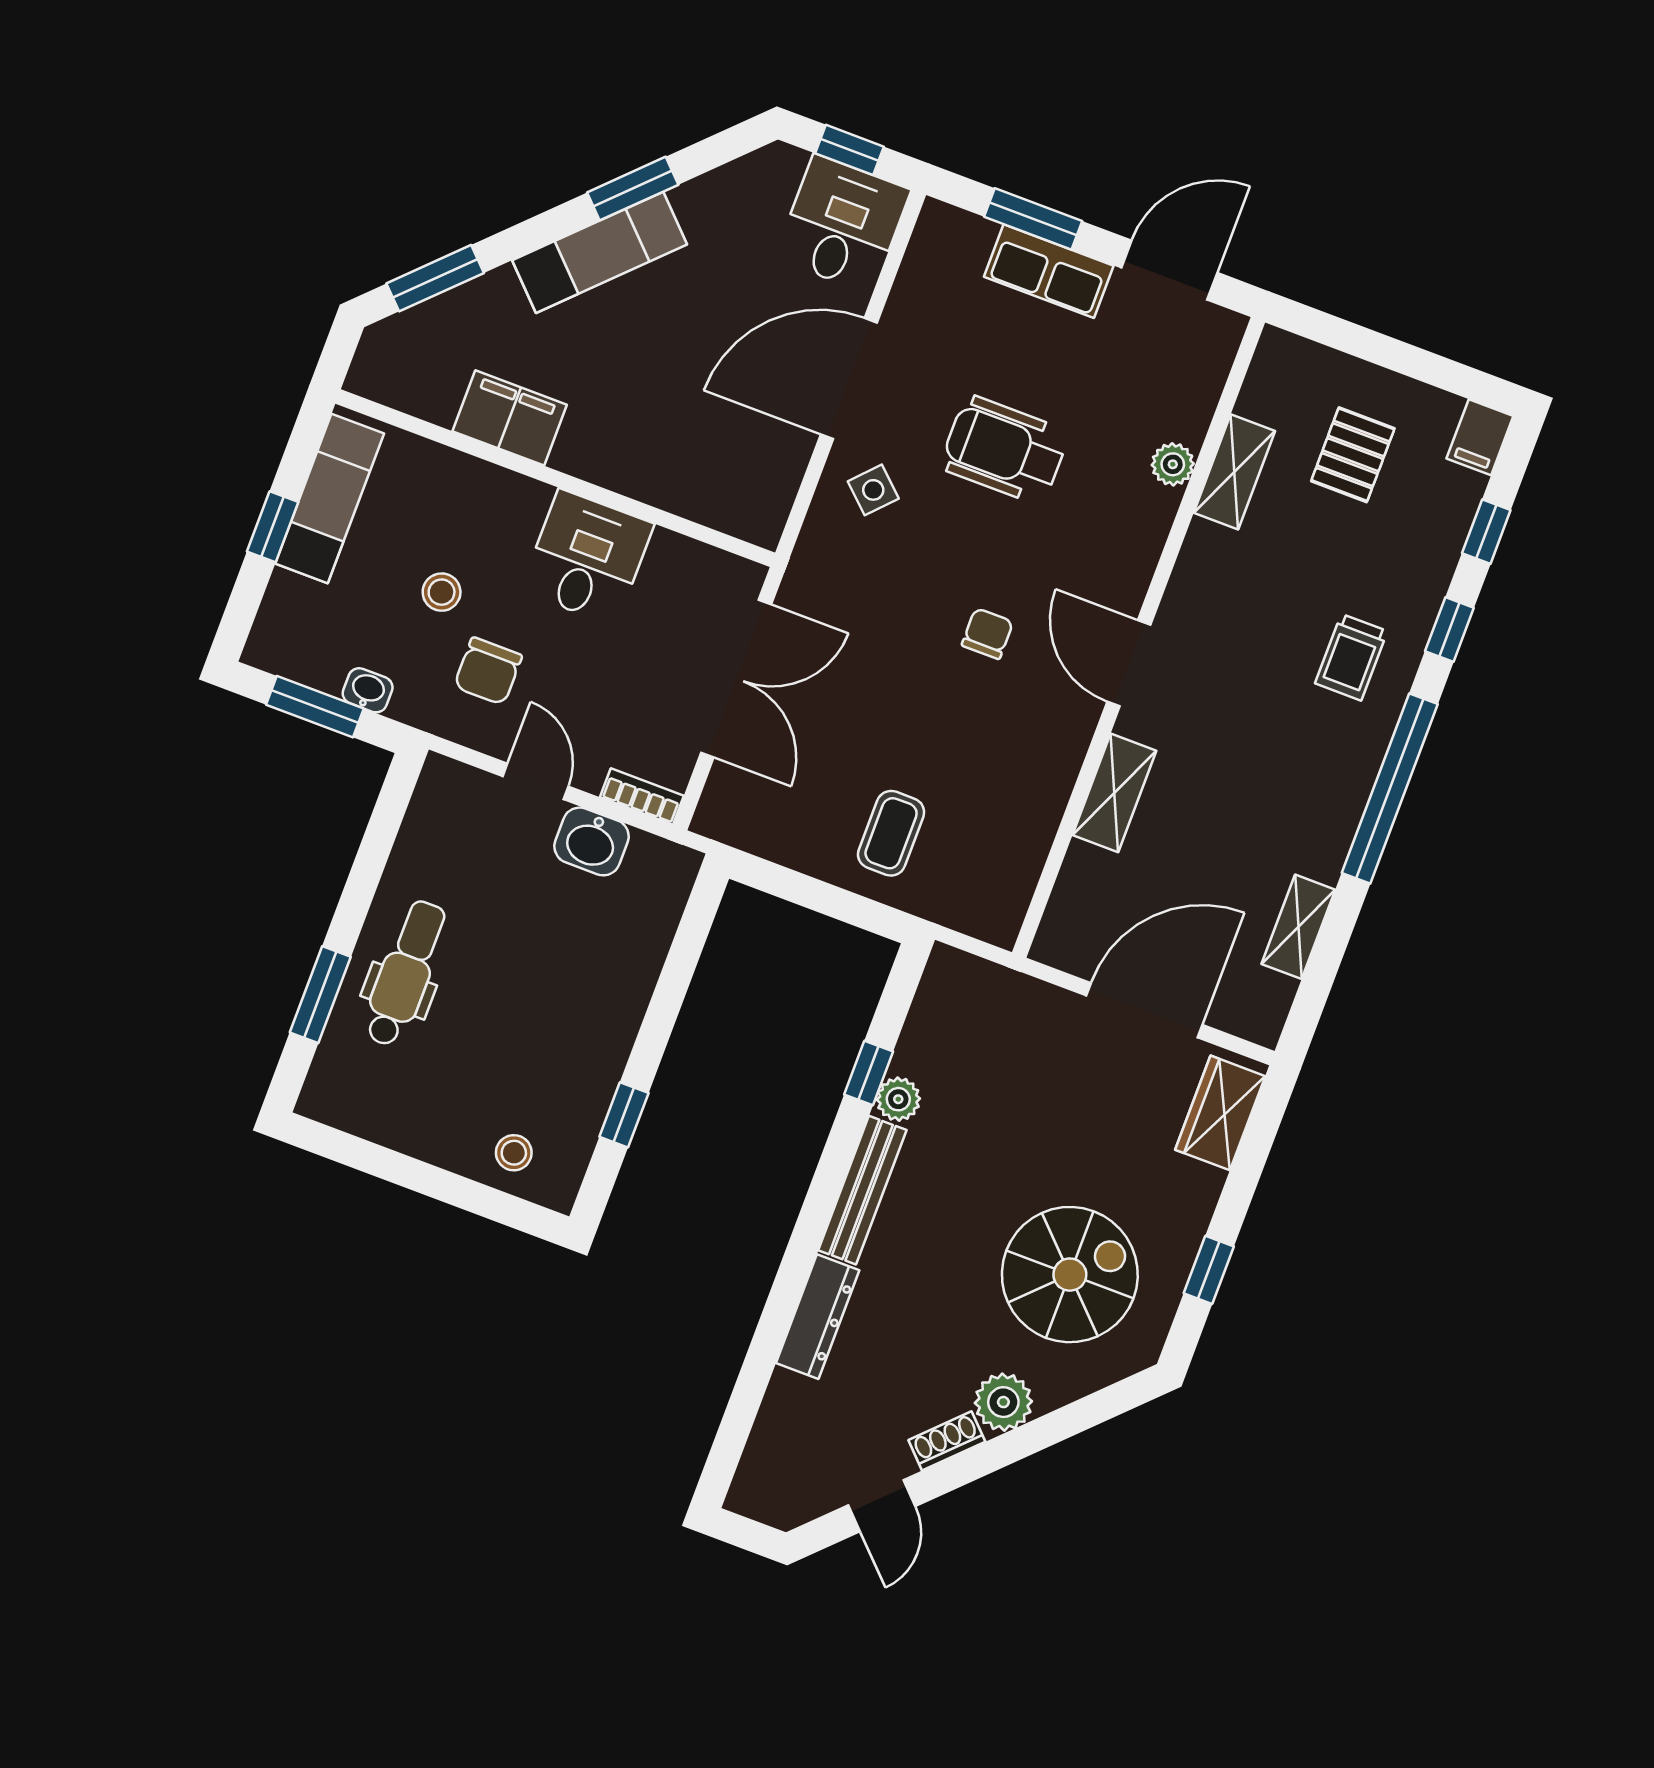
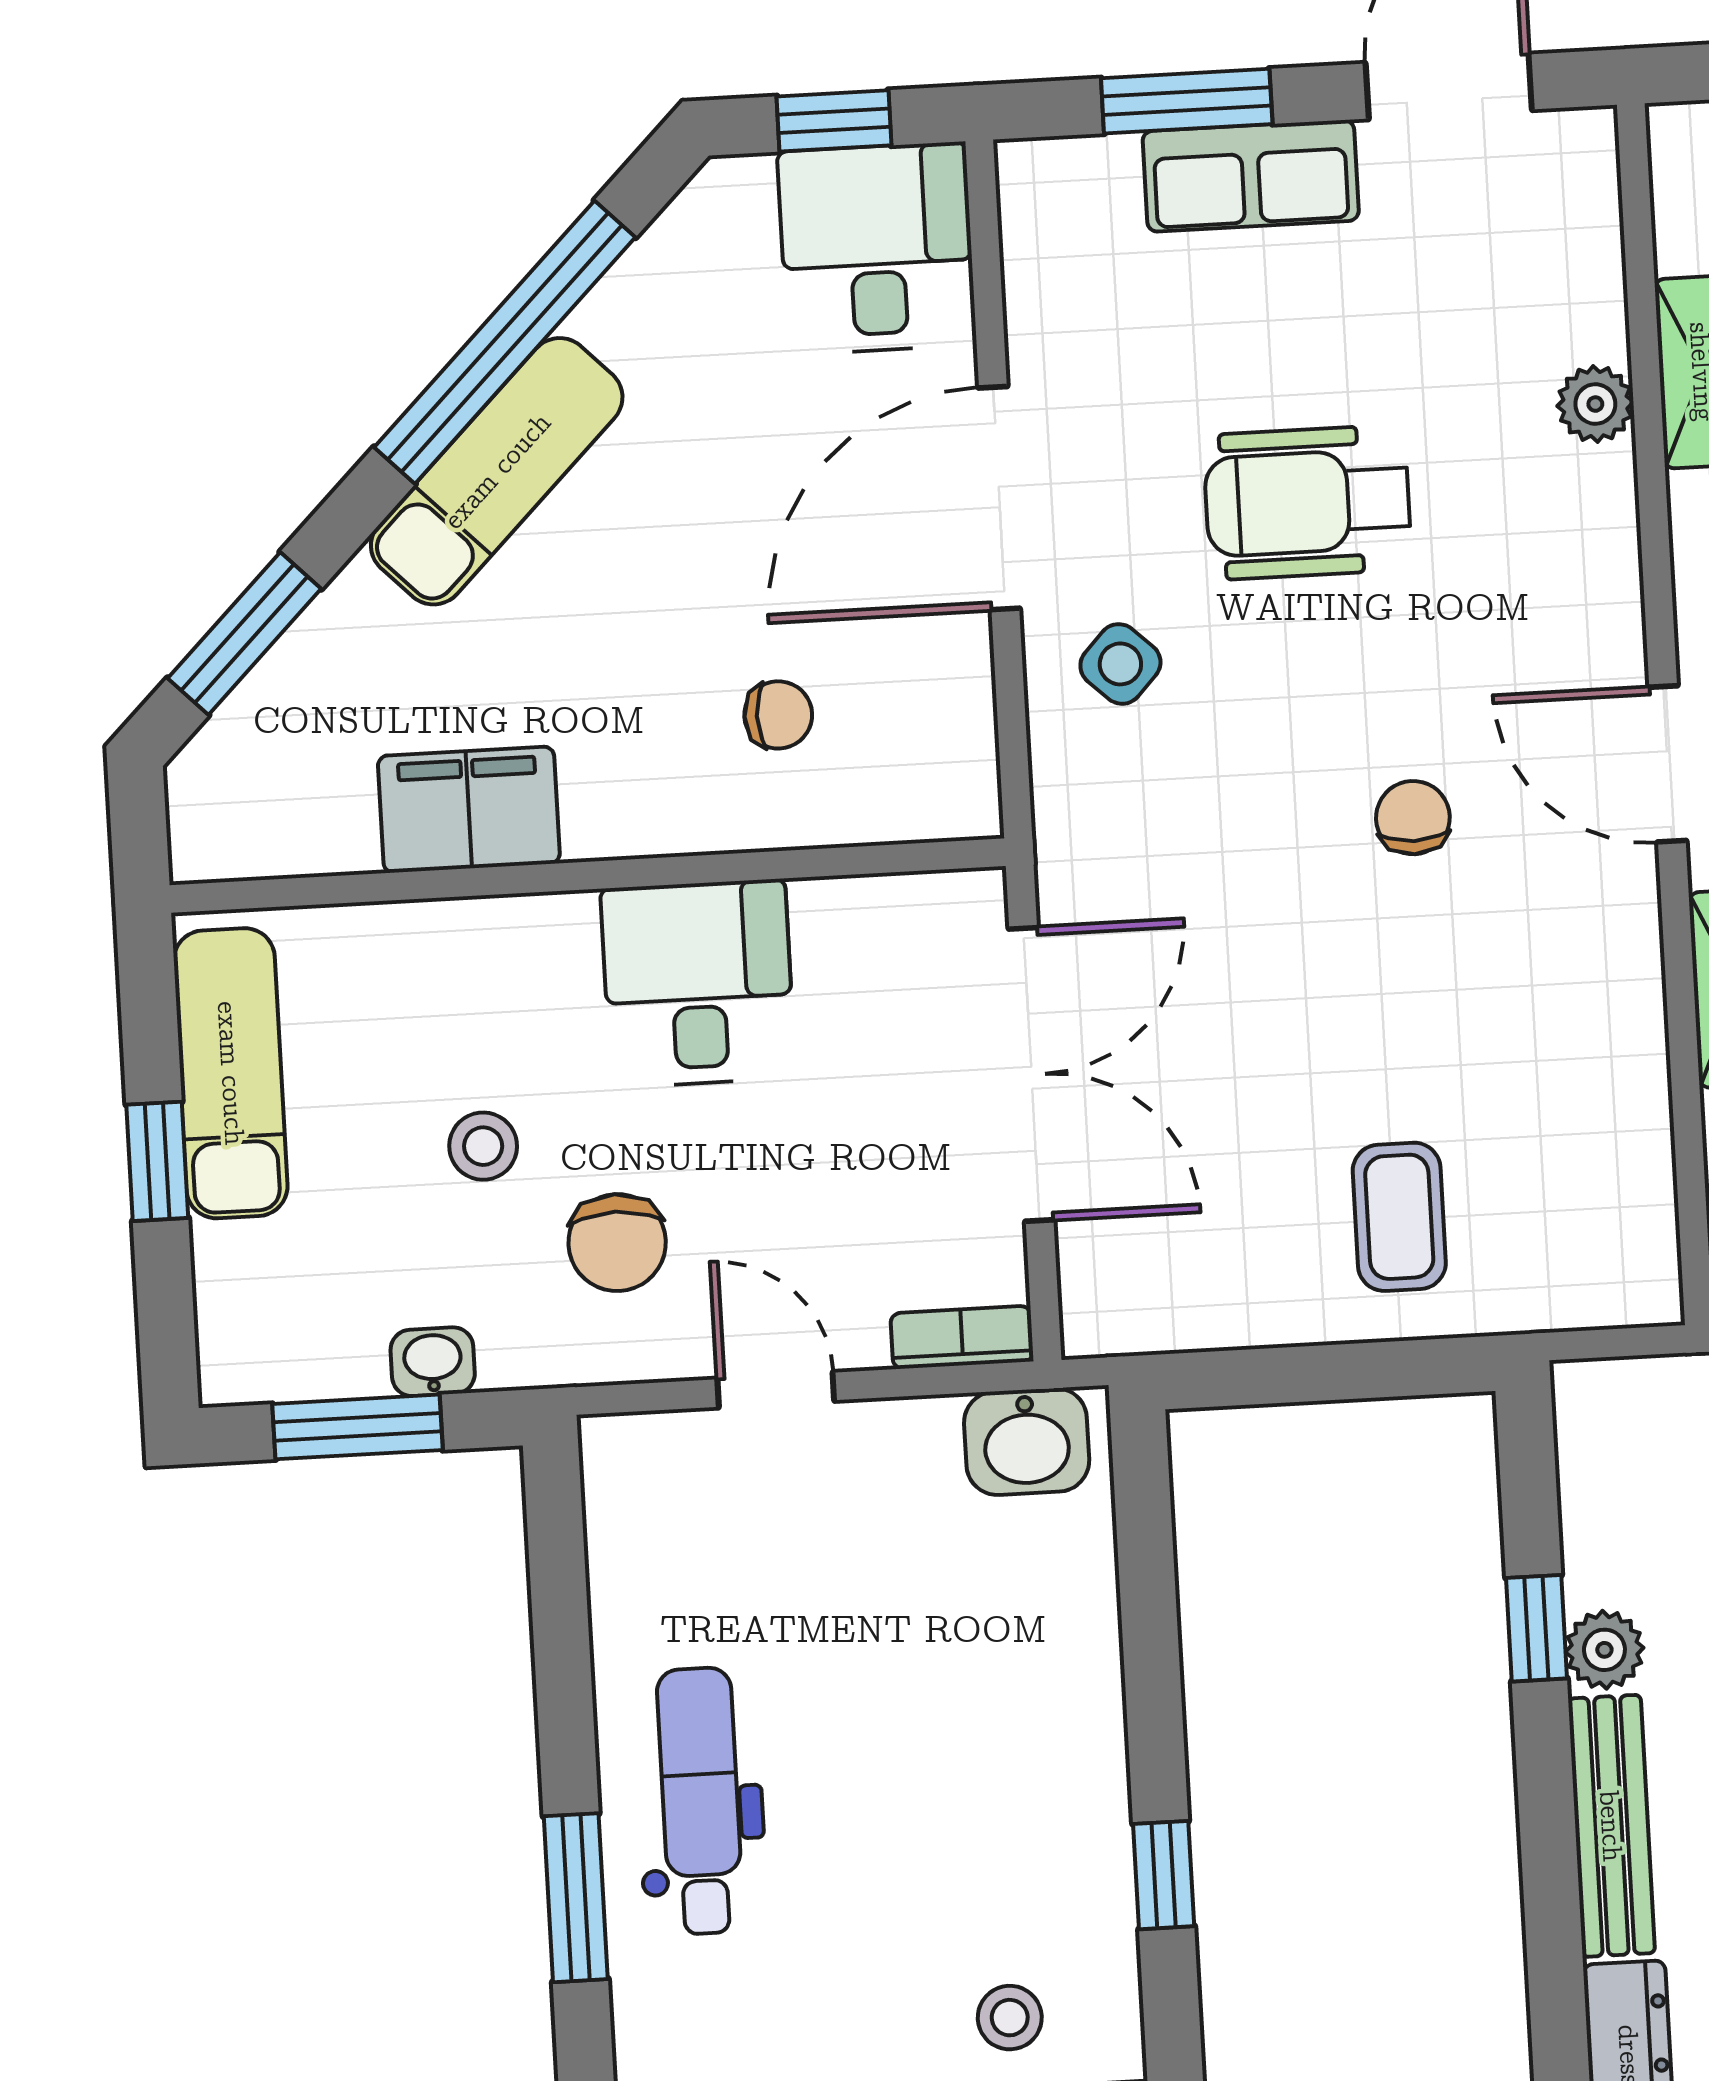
window: (633, 189) -> (505, 342), width x2.11
chair: (688, 439) -> (778, 715), added
washbasin: (592, 841) -> (1027, 1442), moved

